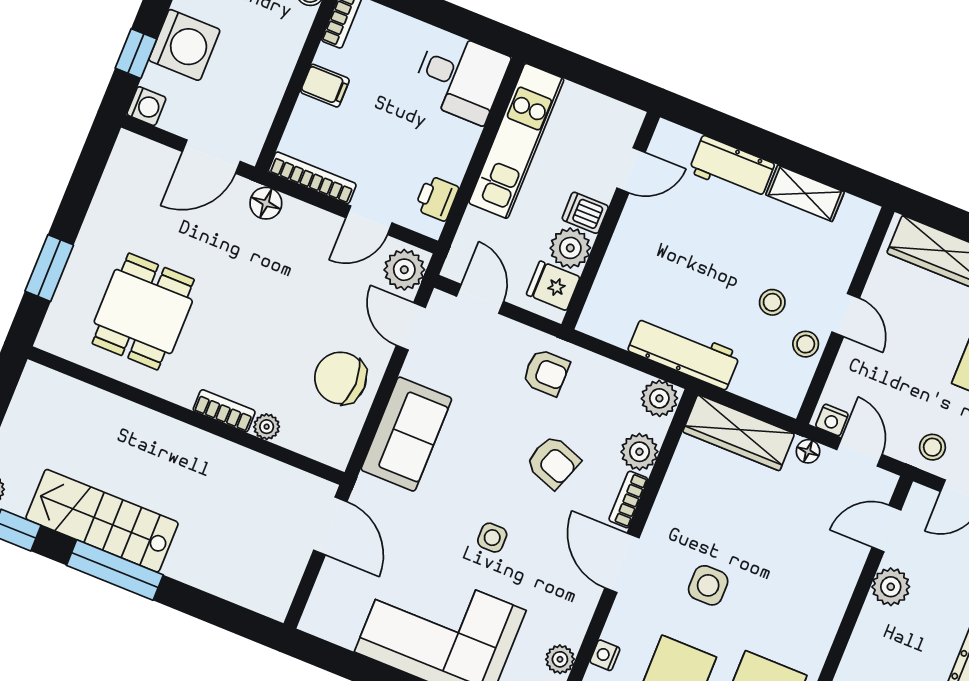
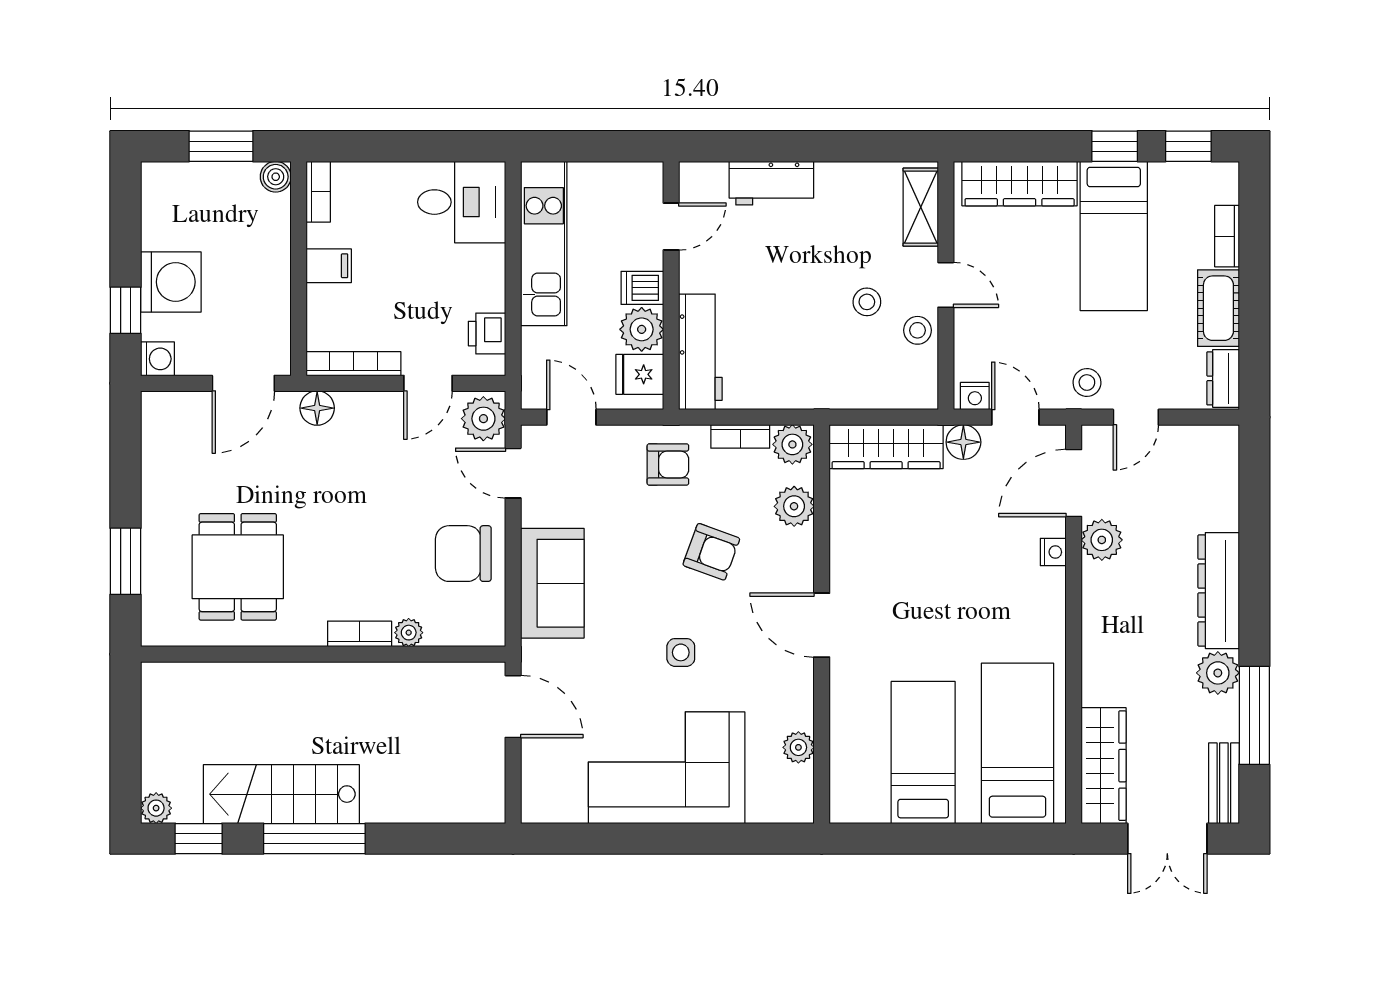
shelving: (805, 193) -> (921, 207), moved, turned 90
workbench: (684, 352) -> (700, 352), moved, turned 90
floor lamp: (808, 451) -> (963, 442), width x1.37, depth x1.37
bookcase: (628, 499) -> (740, 436), moved, turned -90
door: (886, 528) -> (1074, 483), width x1.38
side table: (708, 585) -> (917, 613), removed
nightstand: (605, 655) -> (1053, 552), moved, turned 180

